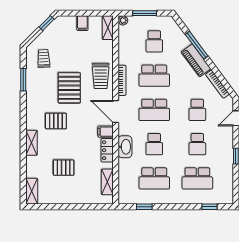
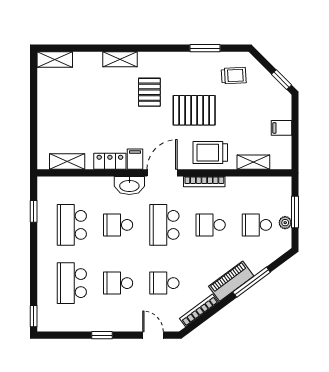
plant: (123, 20) -> (285, 223), moved
shelving: (108, 28) -> (253, 162), moved
school desk: (154, 76) -> (211, 225), width x0.54
washbasin: (125, 147) -> (129, 185), moved
pallet: (64, 168) -> (87, 103), removed
window: (209, 207) -> (34, 316), moved

